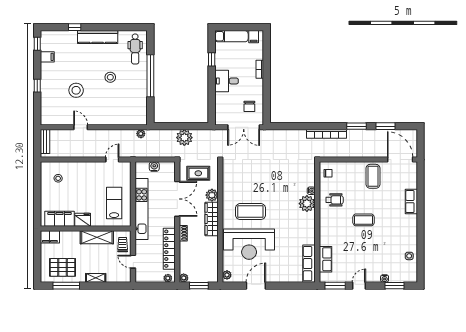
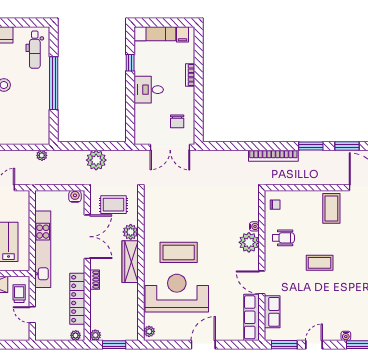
water cooler: (154, 167) -> (75, 196), moved
door: (317, 236) -> (262, 282), added
reception desk: (249, 244) -> (177, 293), turned 180
door: (256, 286) -> (203, 345), moved

